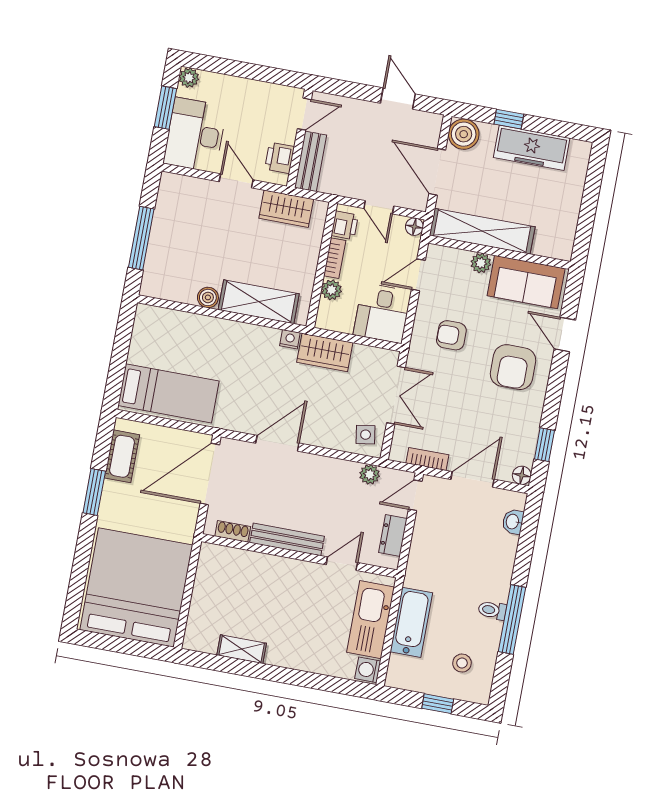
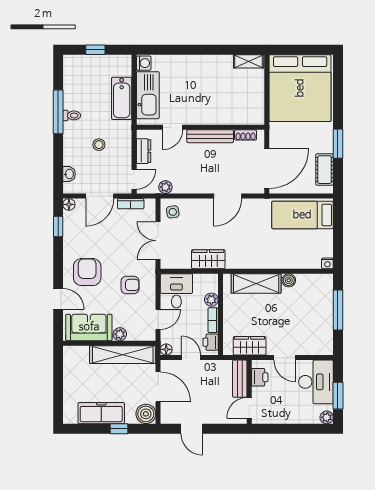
nightstand: (290, 339) -> (327, 263), moved
shelving: (242, 649) -> (249, 61), moved
stool: (462, 663) -> (99, 145), moved

